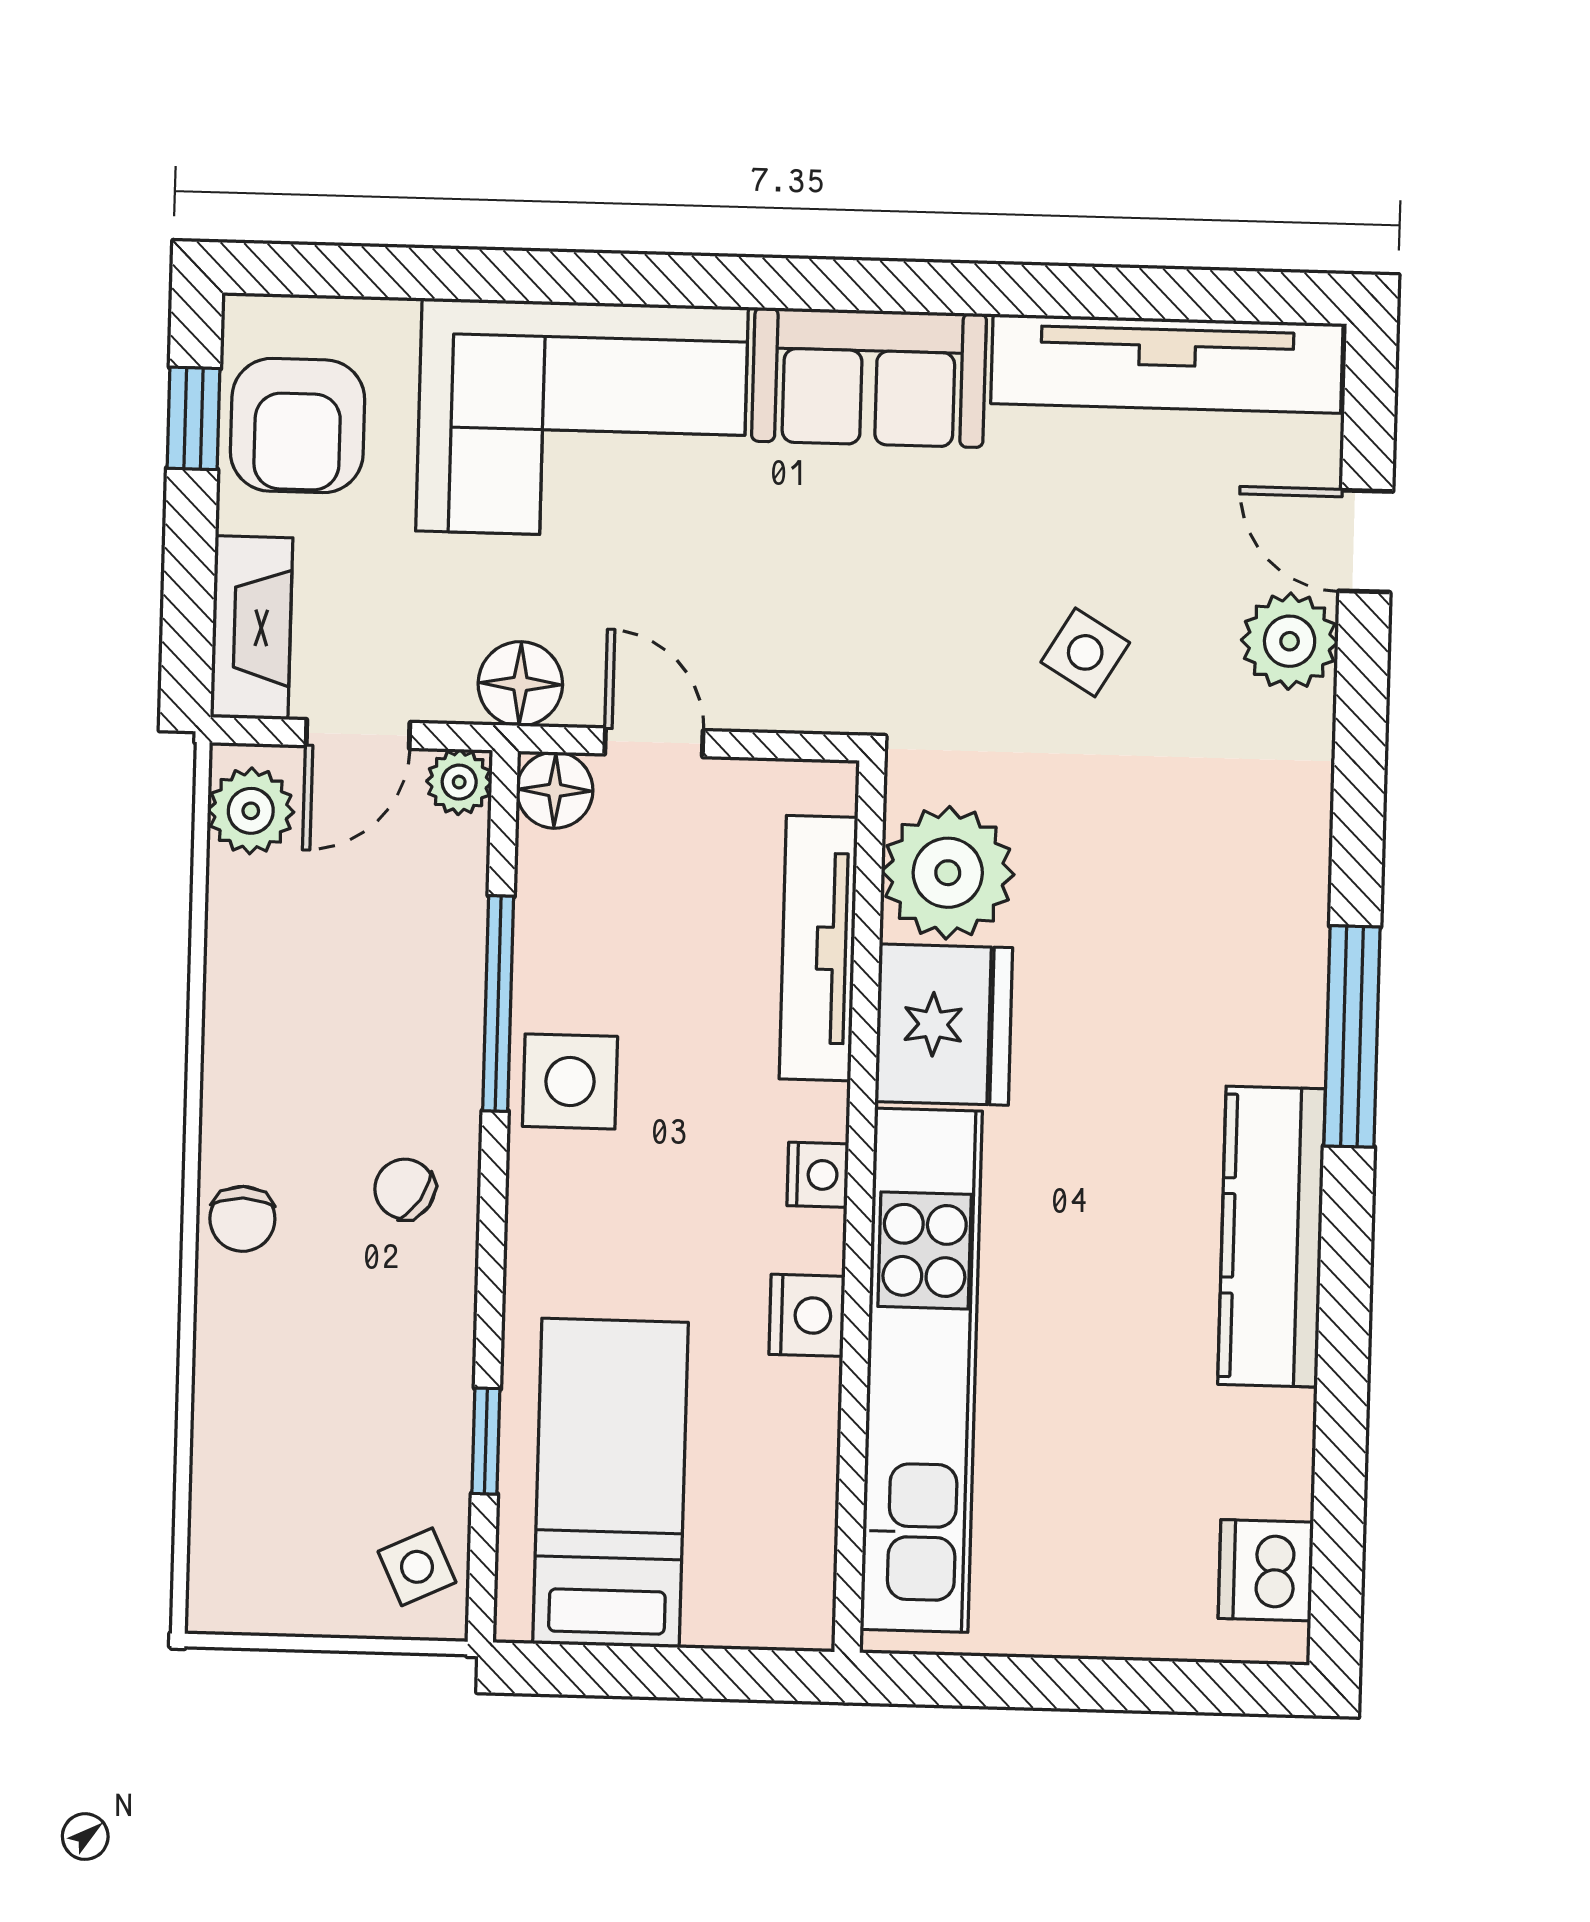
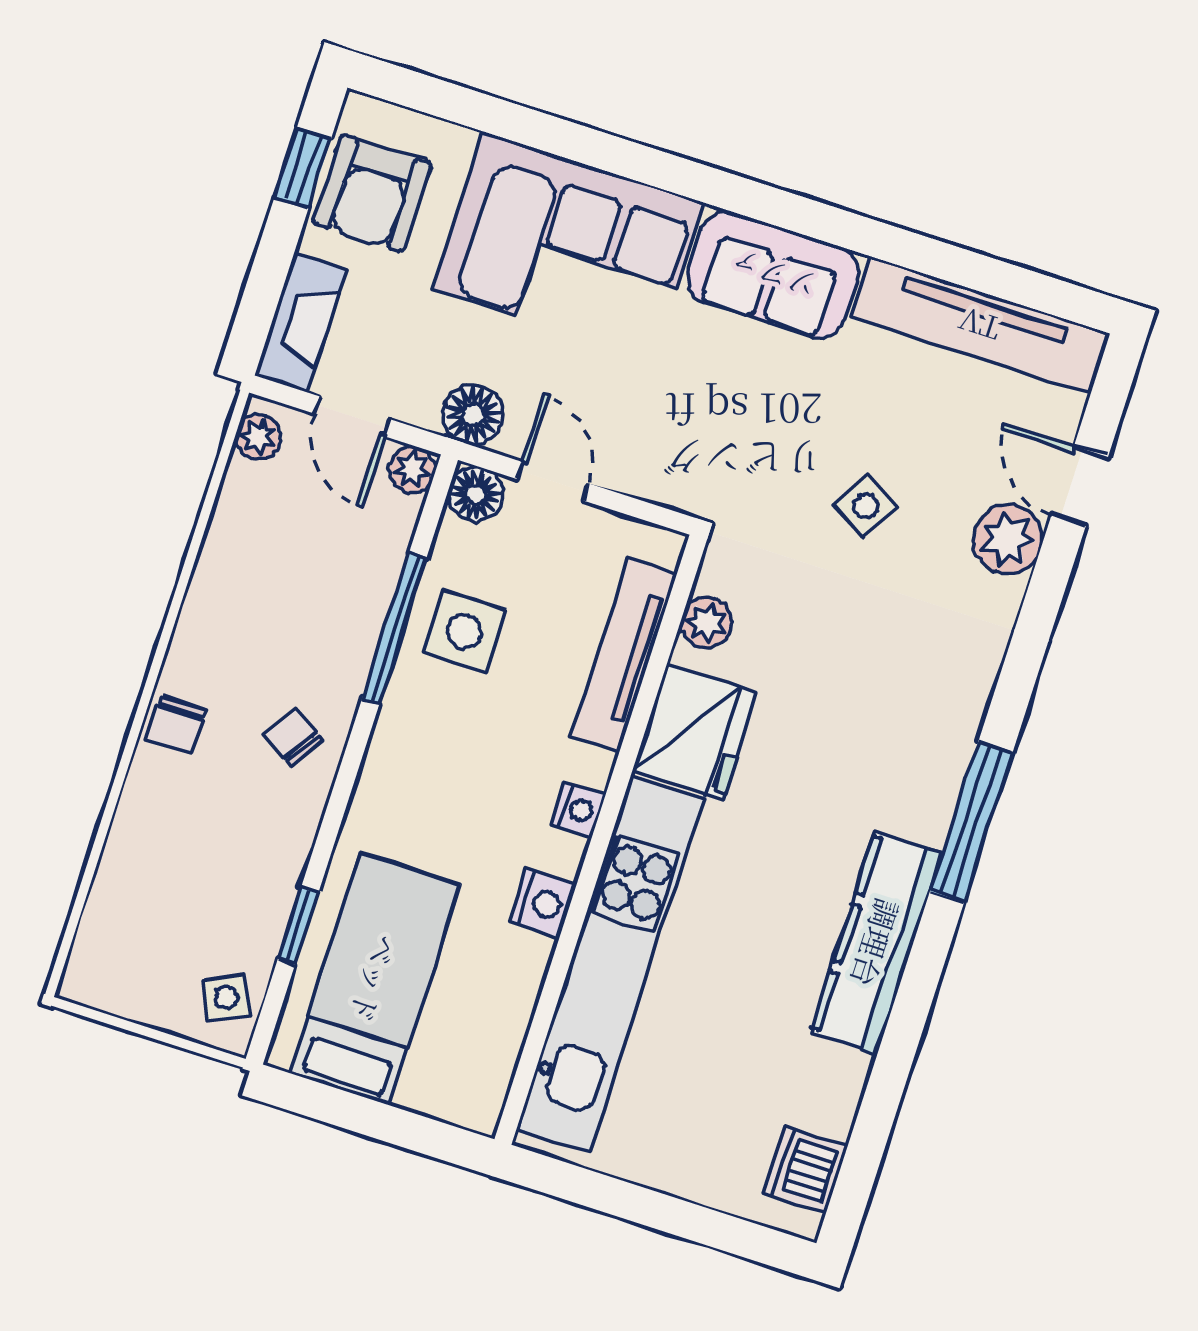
door: (358, 734) -> (352, 416), hinge flipped
plant: (251, 811) -> (258, 437), width x0.73, depth x0.73
plant: (948, 873) -> (707, 622), width x0.53, depth x0.53
side table: (570, 1081) -> (464, 631), moved

